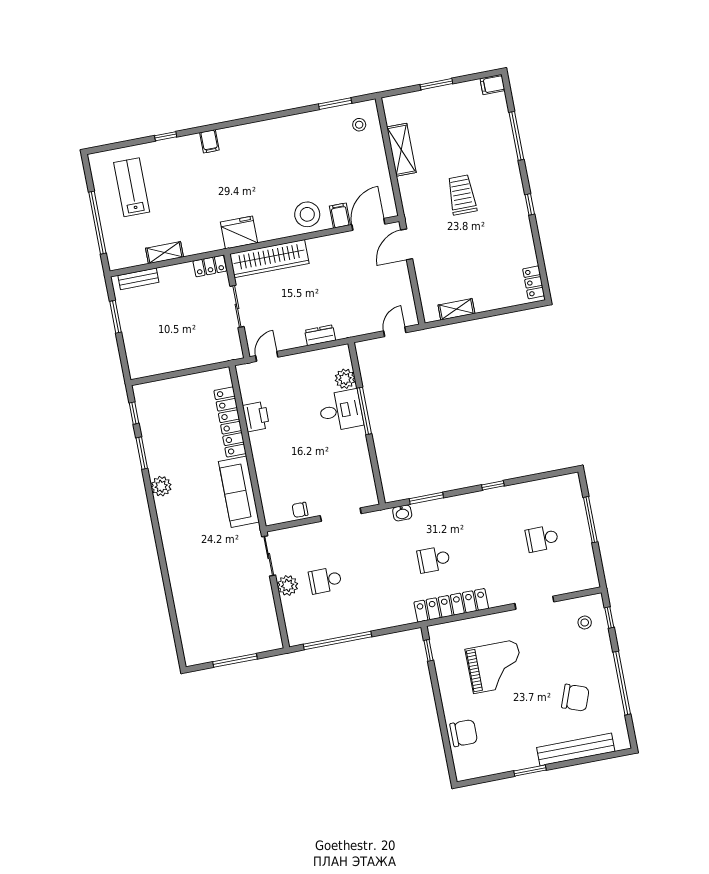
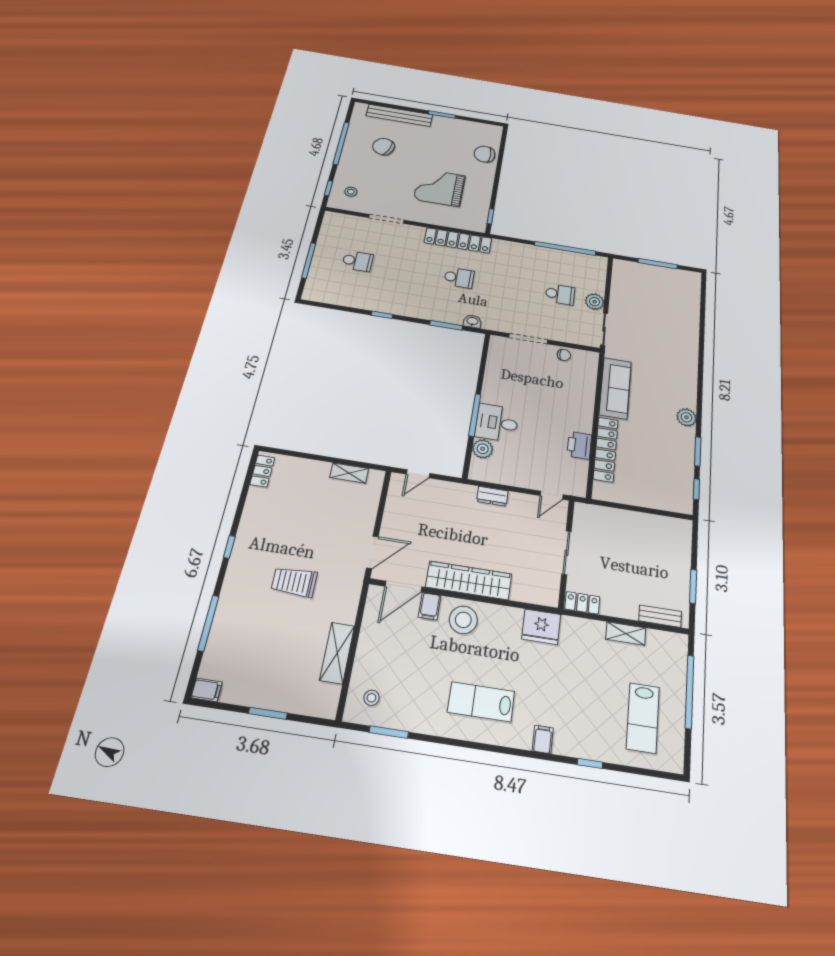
lab bench: (269, 153) -> (481, 702), added
trolley: (462, 195) -> (294, 582), turned 90
wardrobe: (269, 259) -> (469, 580), moved

